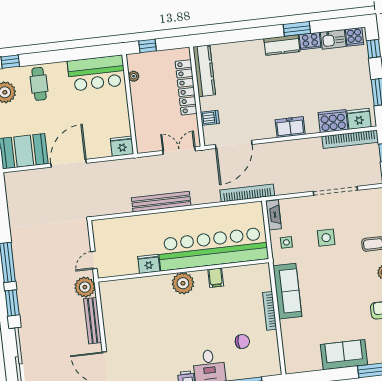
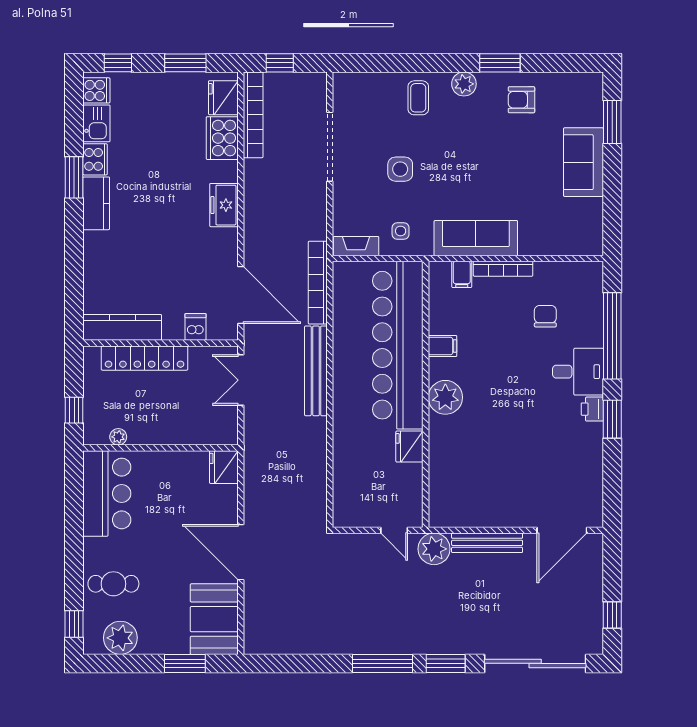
bench: (161, 202) -> (316, 371), moved
filing cabinet: (263, 285) -> (462, 274), added

